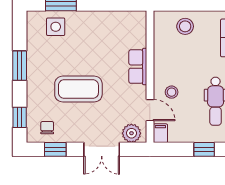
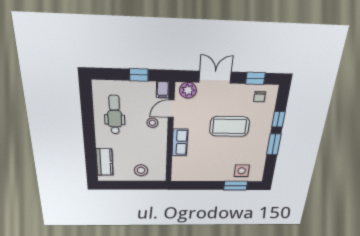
door: (150, 110) -> (171, 109), hinge flipped
window: (20, 117) -> (278, 119), moved
window: (204, 149) -> (139, 75), moved

